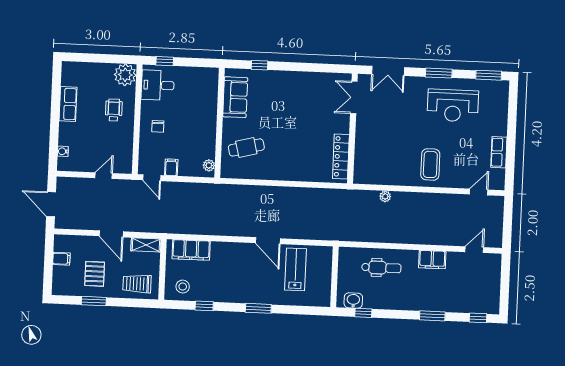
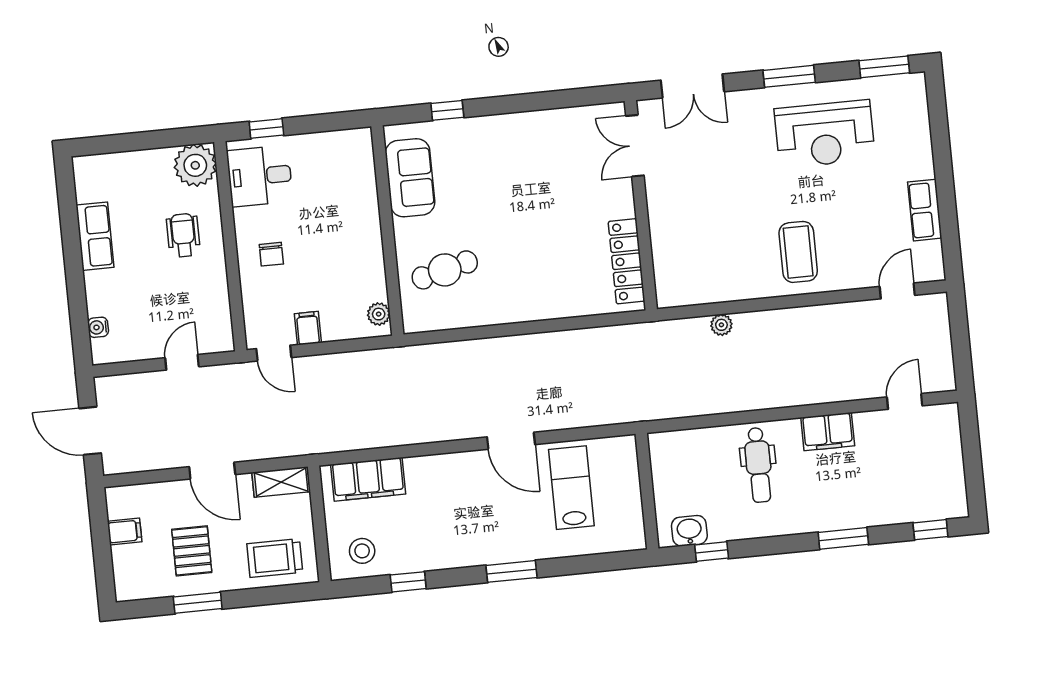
dental chair: (381, 268) -> (759, 465), moved, turned 90

